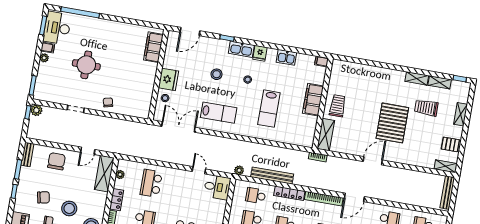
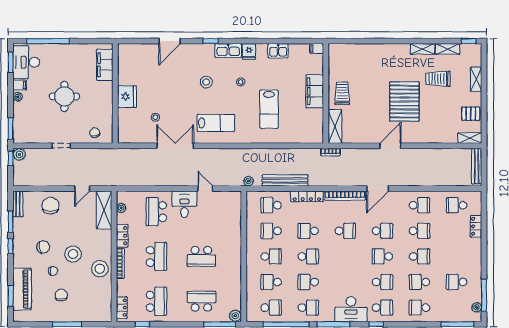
filing cabinet: (153, 47) -> (105, 65), moved
wall: (158, 75) -> (115, 93), moved
fridge: (168, 79) -> (127, 97), moved
desk: (217, 187) -> (184, 204), moved, turned -90

